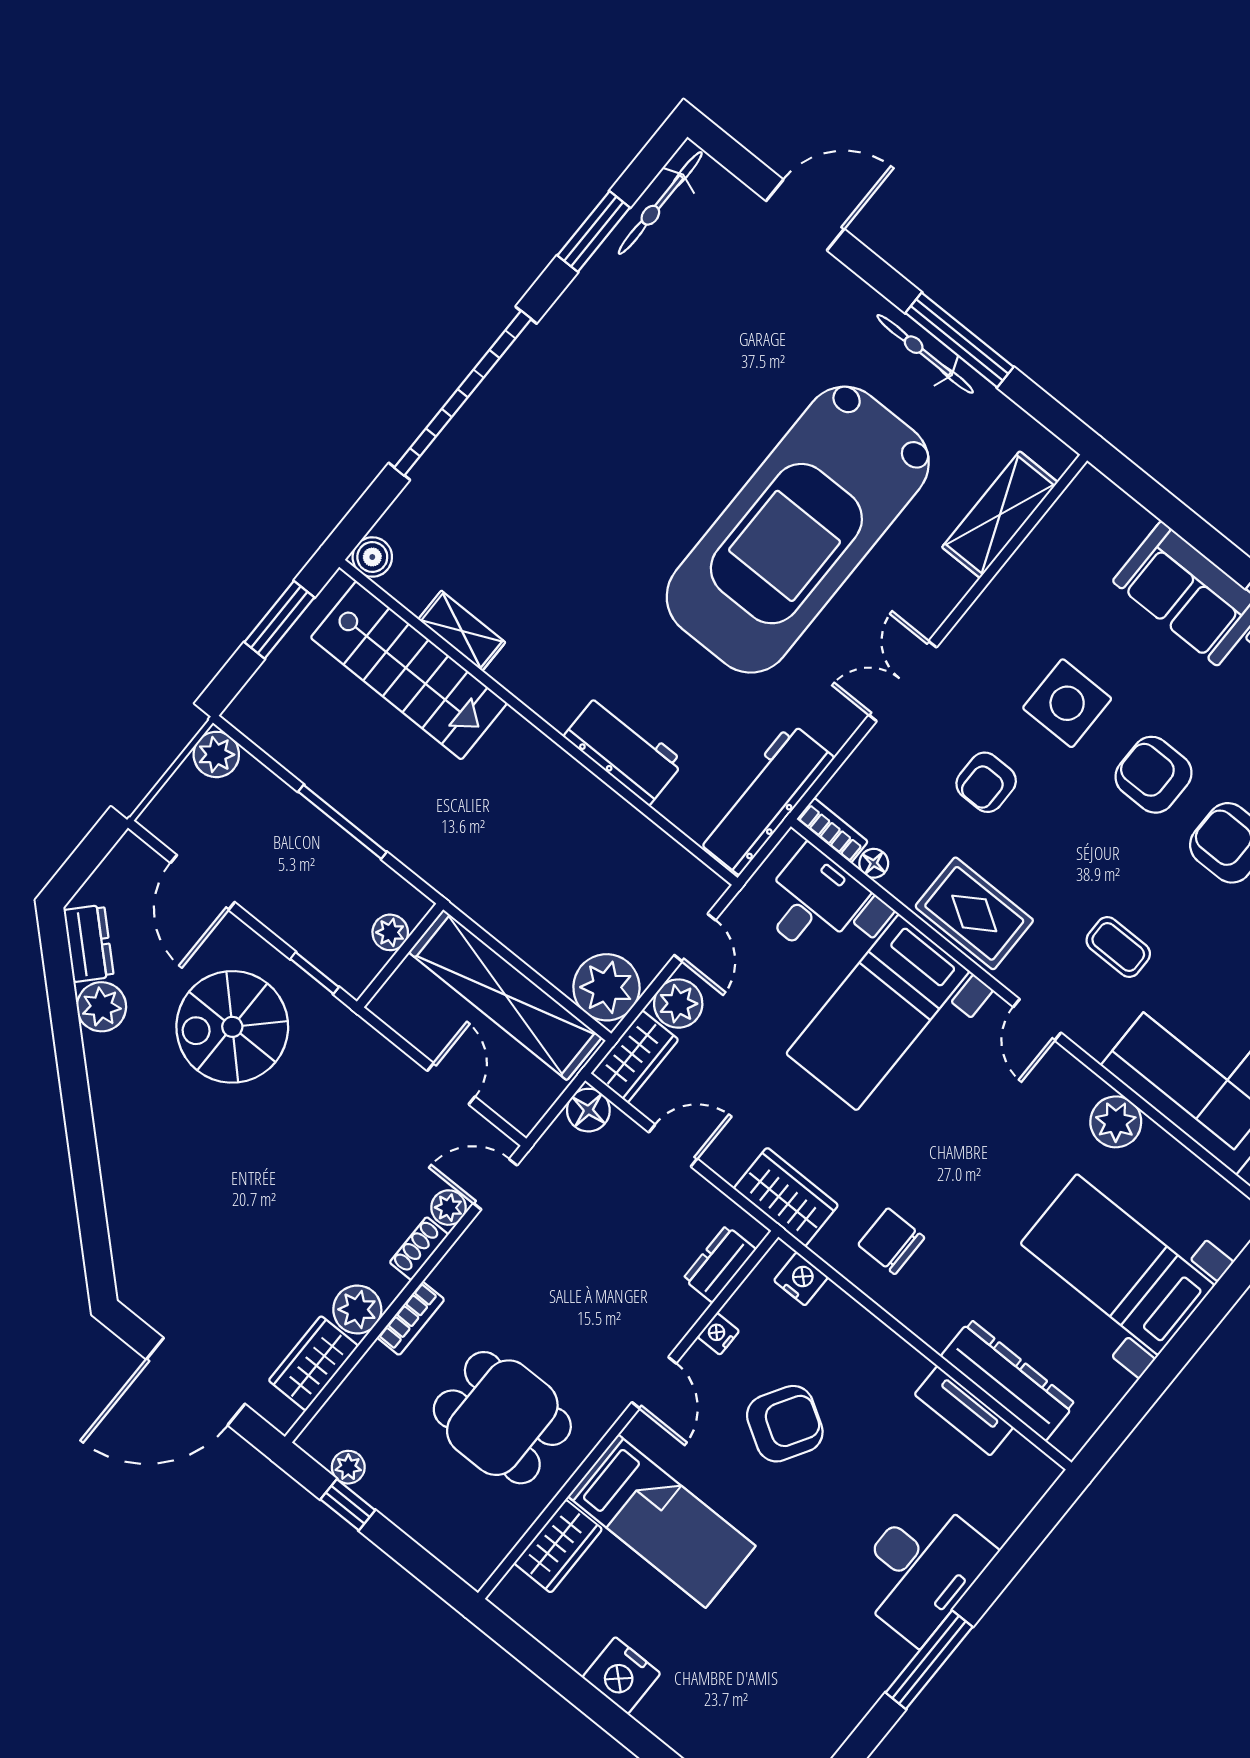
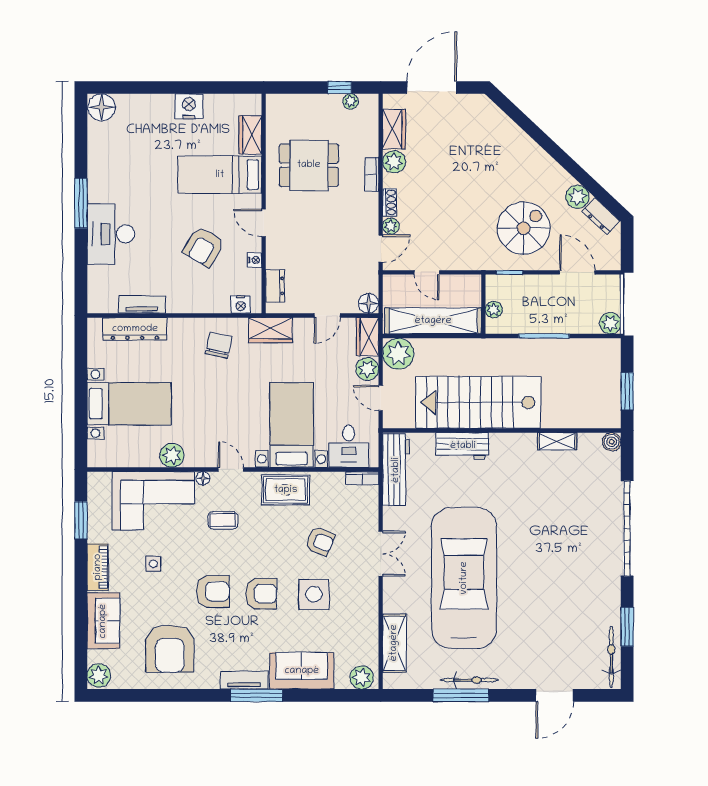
plant: (1100, 502) -> (362, 677), added
stairs: (409, 670) -> (478, 402), moved, width x1.36, depth x1.51
armchair: (986, 782) -> (320, 541), turned 112
floor lamp: (874, 863) -> (203, 478), moved
chair: (891, 1241) -> (219, 345), turned -78

